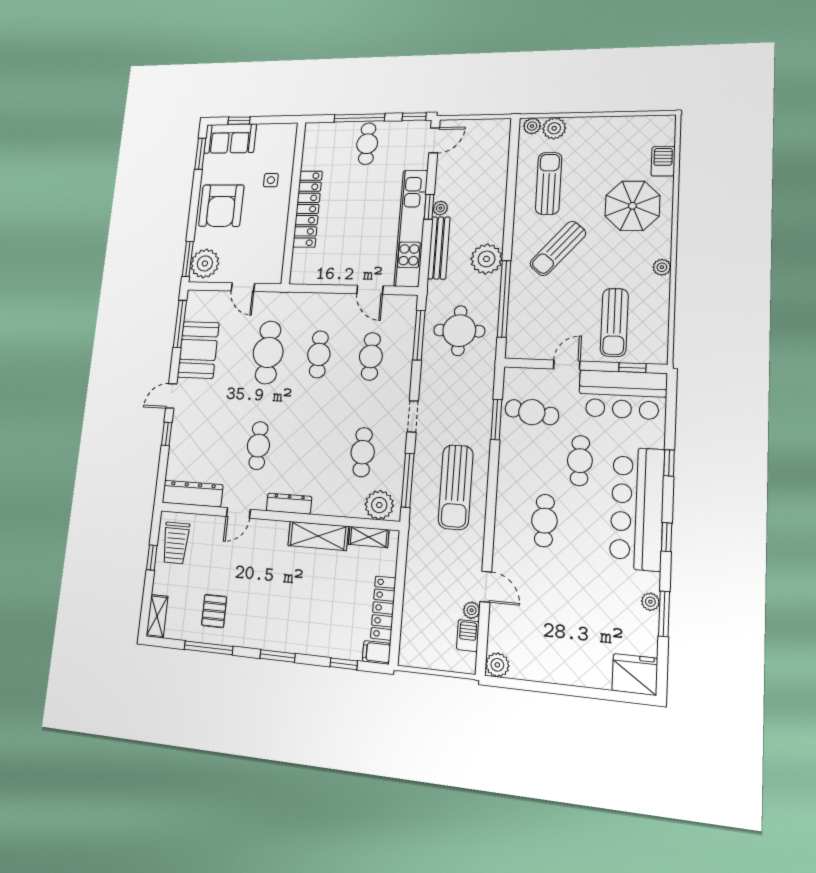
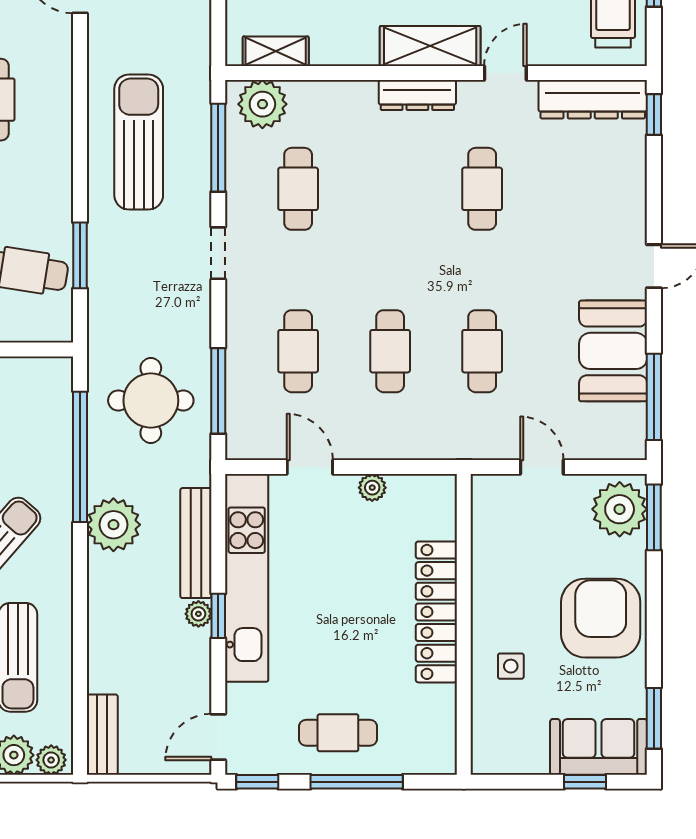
bench: (501, 141) -> (102, 735), added
cafe table: (367, 144) -> (338, 733), turned 90
plant: (336, 278) -> (372, 488), added
cafe table: (268, 352) -> (482, 351), width x0.73, depth x0.74
window: (167, 434) -> (654, 114), moved
shelving: (318, 536) -> (430, 46), moved

